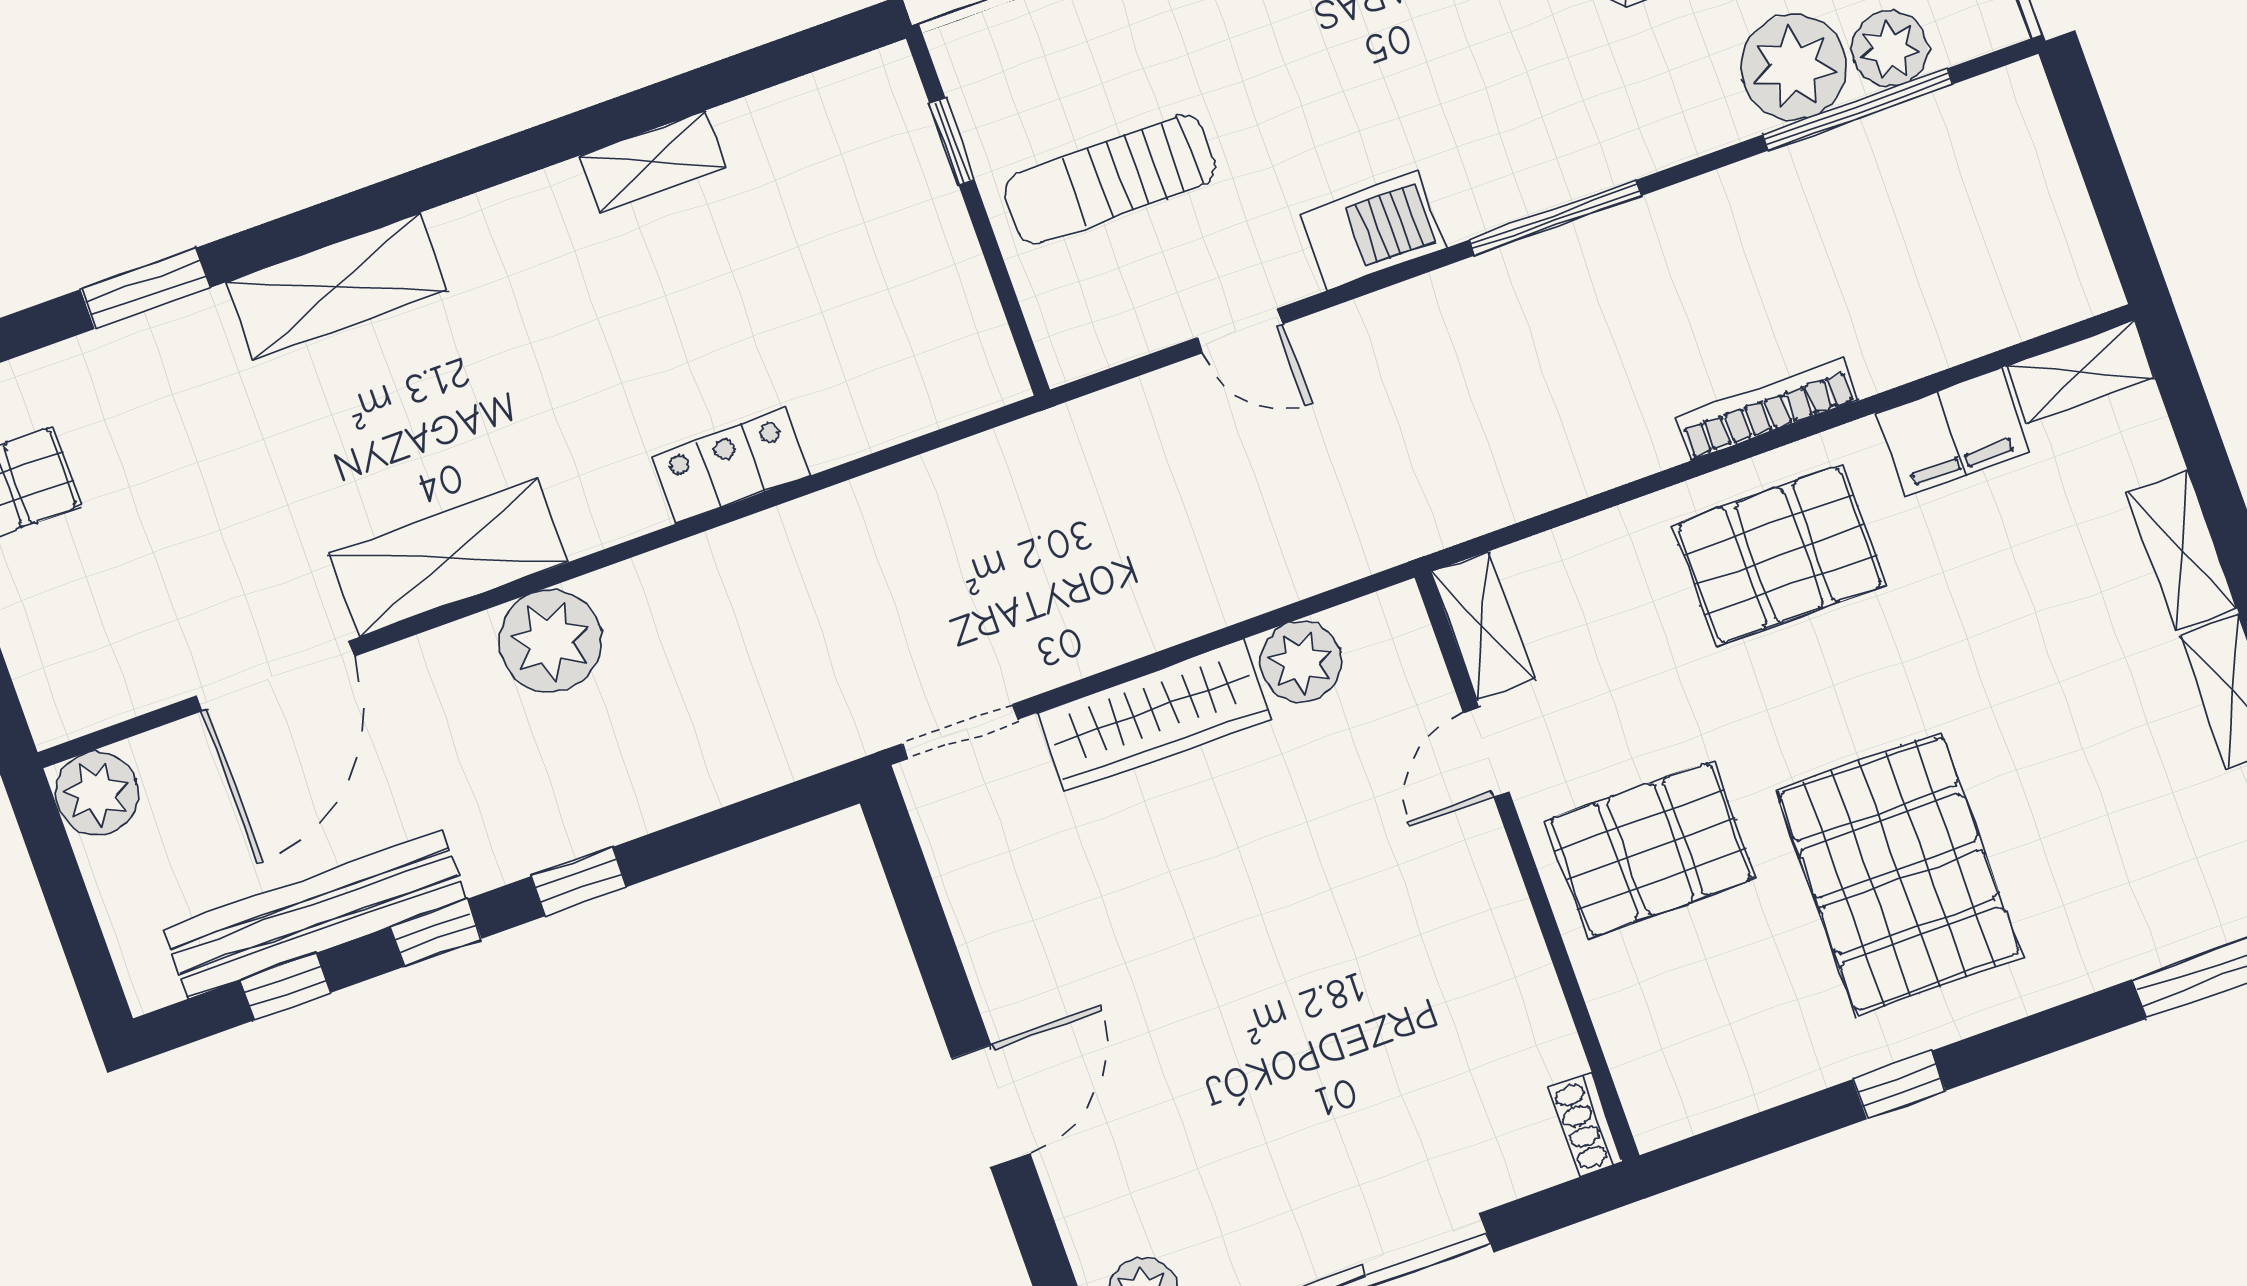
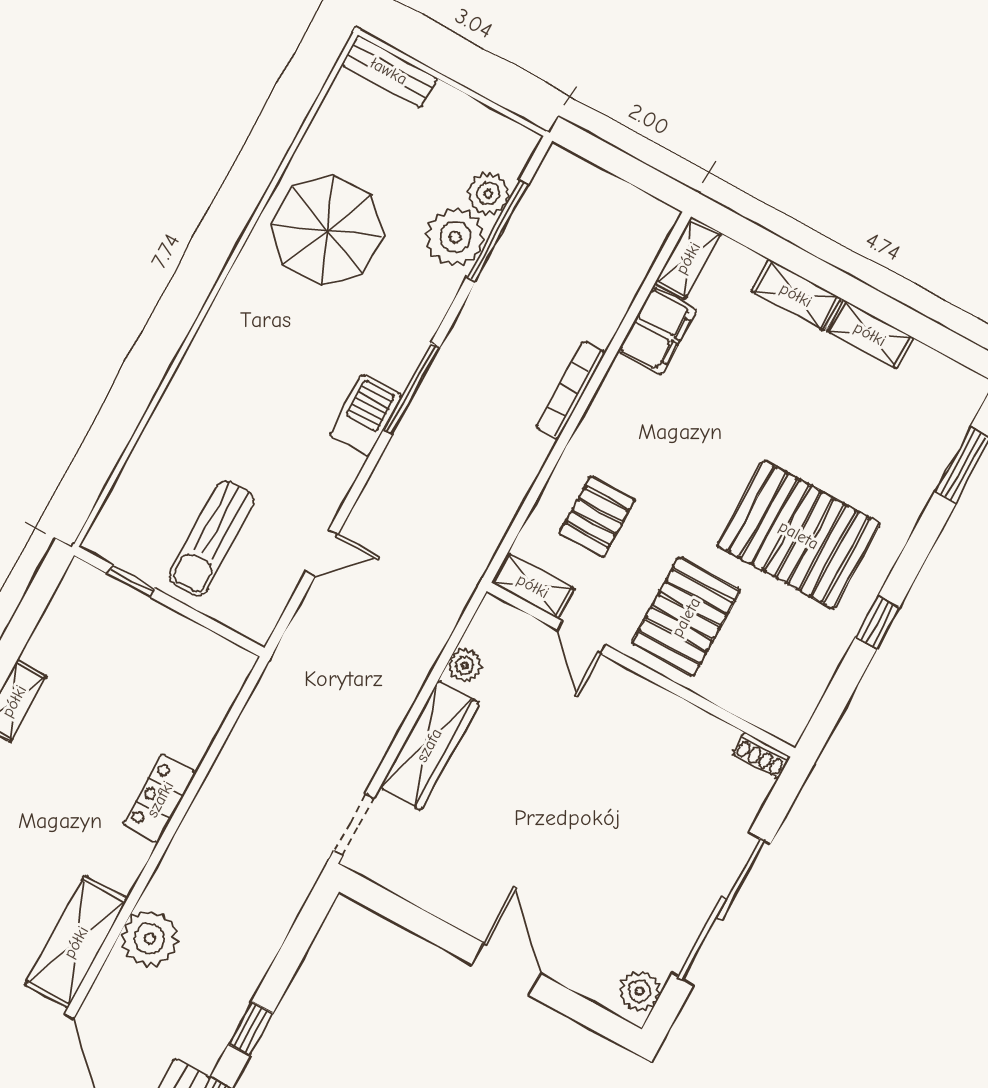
barbecue: (1372, 231) -> (366, 415), moved
pallet: (1779, 555) -> (597, 517), moved, width x0.67, depth x0.71
plant: (1301, 662) -> (465, 665), width x0.73, depth x0.73

